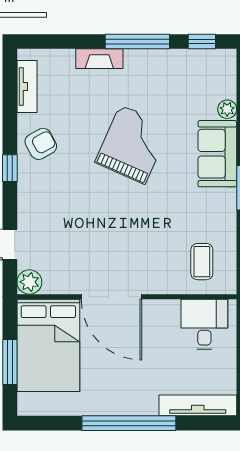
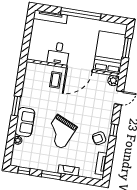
window: (137, 41) -> (51, 175), width x0.69
coffee table: (202, 262) -> (55, 80), moved
door: (112, 297) -> (79, 69), swing flipped
desk: (204, 324) -> (58, 53), moved

